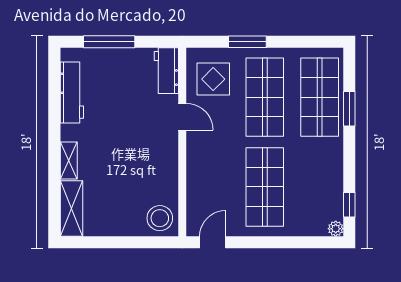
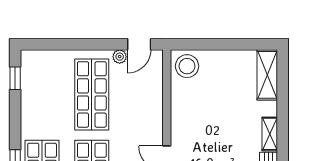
shelving: (69, 160) -> (270, 134), moved
plant: (336, 229) -> (120, 57), moved

